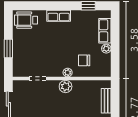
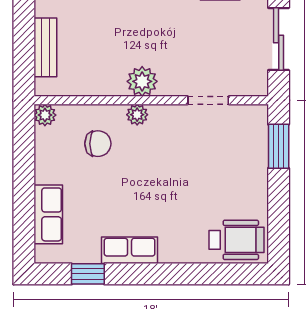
row of seats: (59, 16) -> (130, 250), moved
window: (8, 49) -> (279, 146), moved
plant: (106, 49) -> (45, 115), moved

